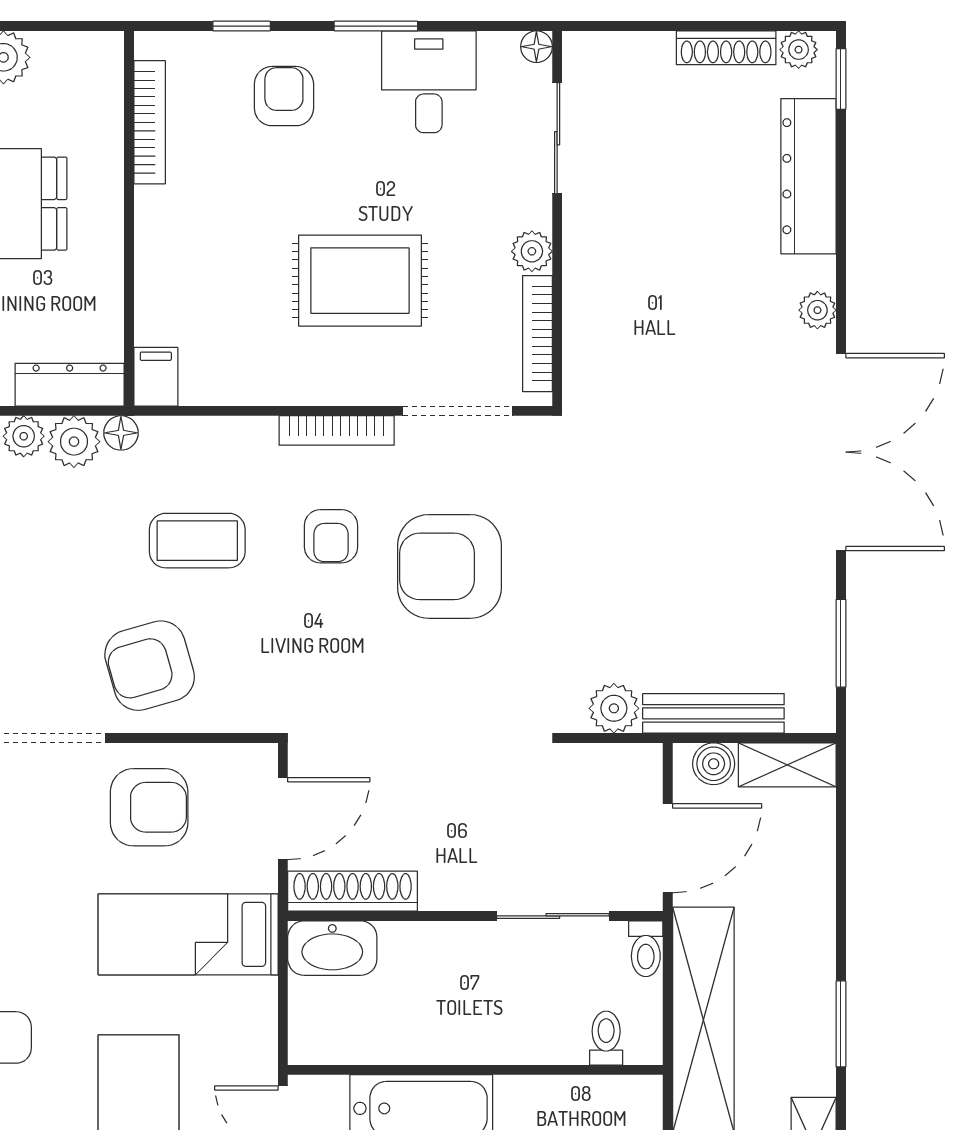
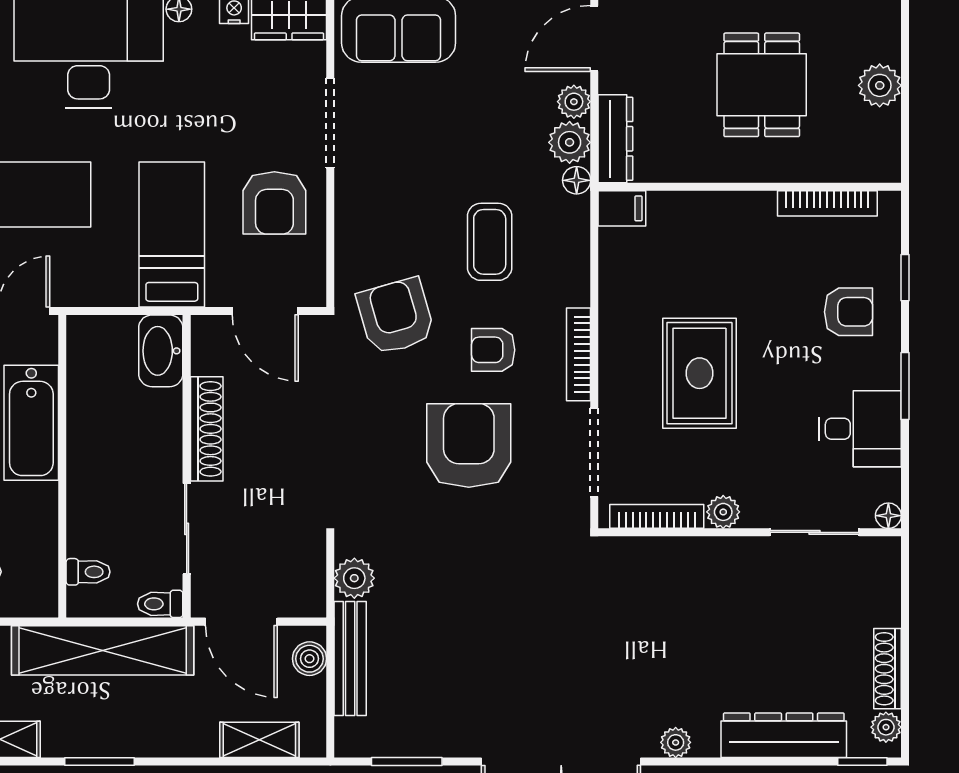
armchair: (150, 666) -> (396, 316), moved
shelving: (787, 765) -> (259, 740), moved, turned 90
shoe rack: (353, 891) -> (207, 429), moved

